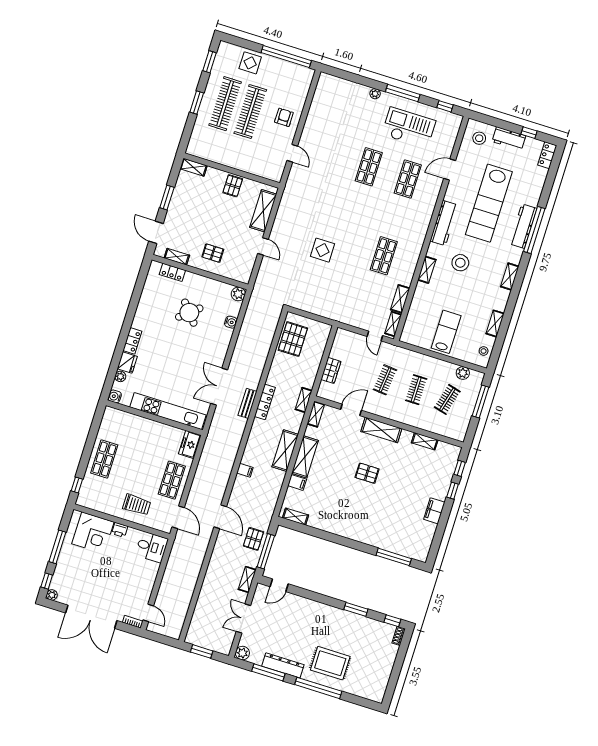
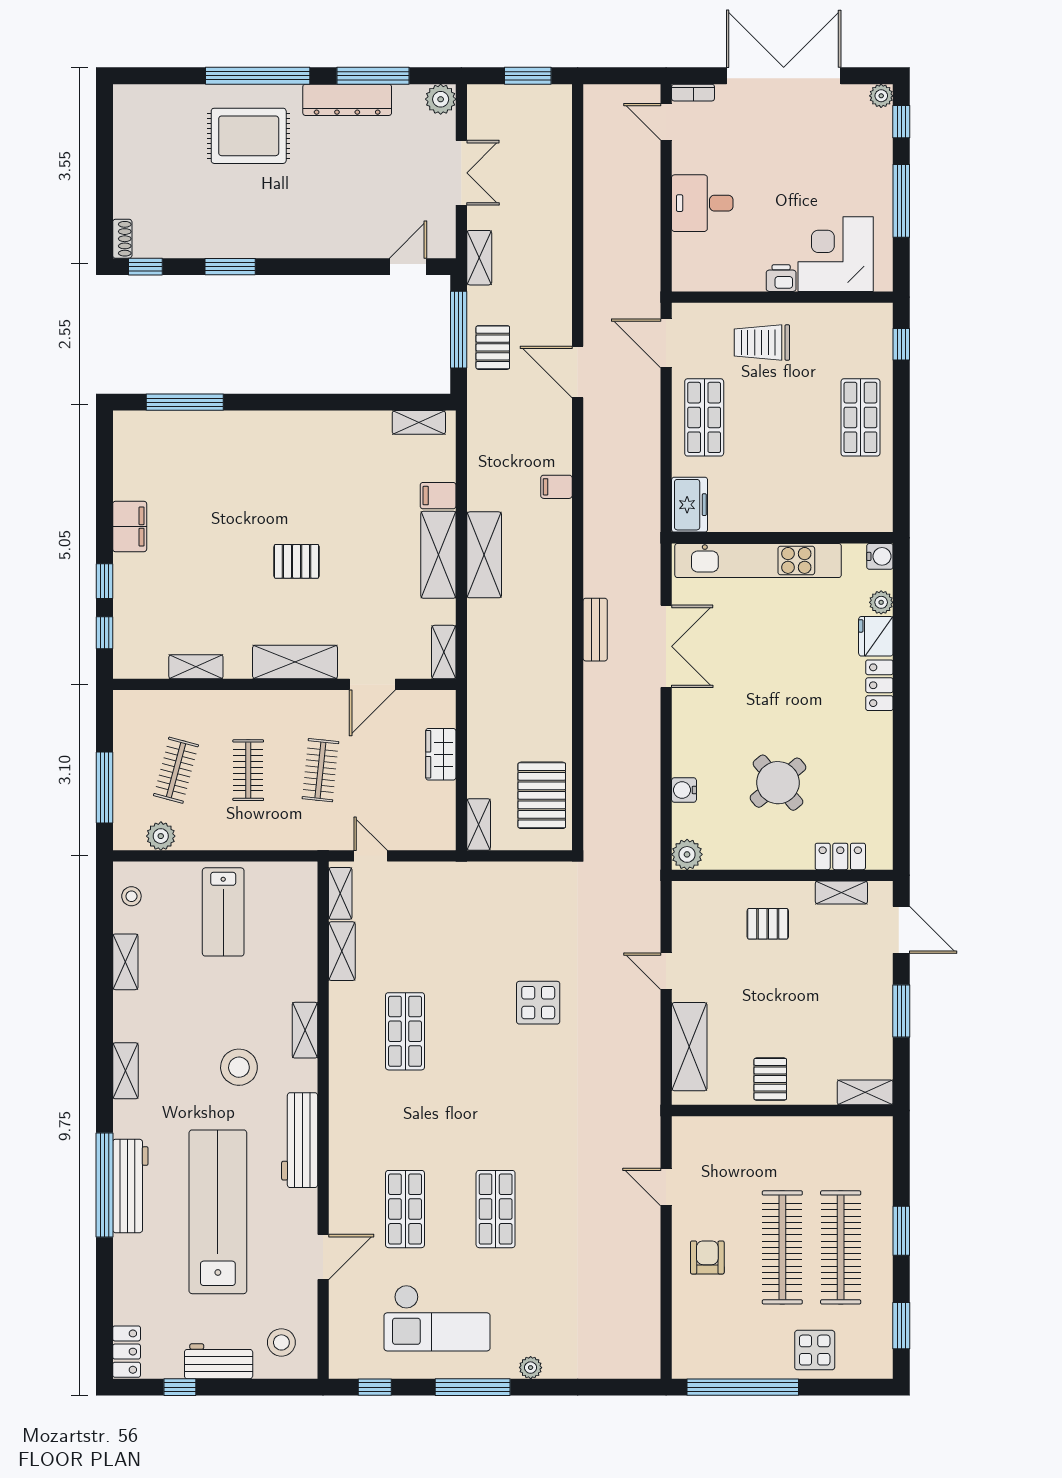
armchair: (284, 117) -> (707, 1257), turned 180
shelving: (304, 400) -> (479, 824), moved
locker: (265, 402) -> (560, 644), removed
desk: (152, 547) -> (702, 203), moved

